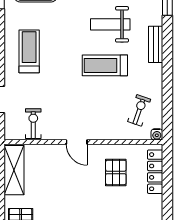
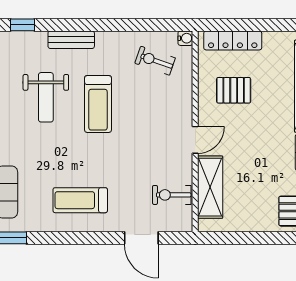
shelving: (14, 170) -> (210, 187), moved, turned 90

